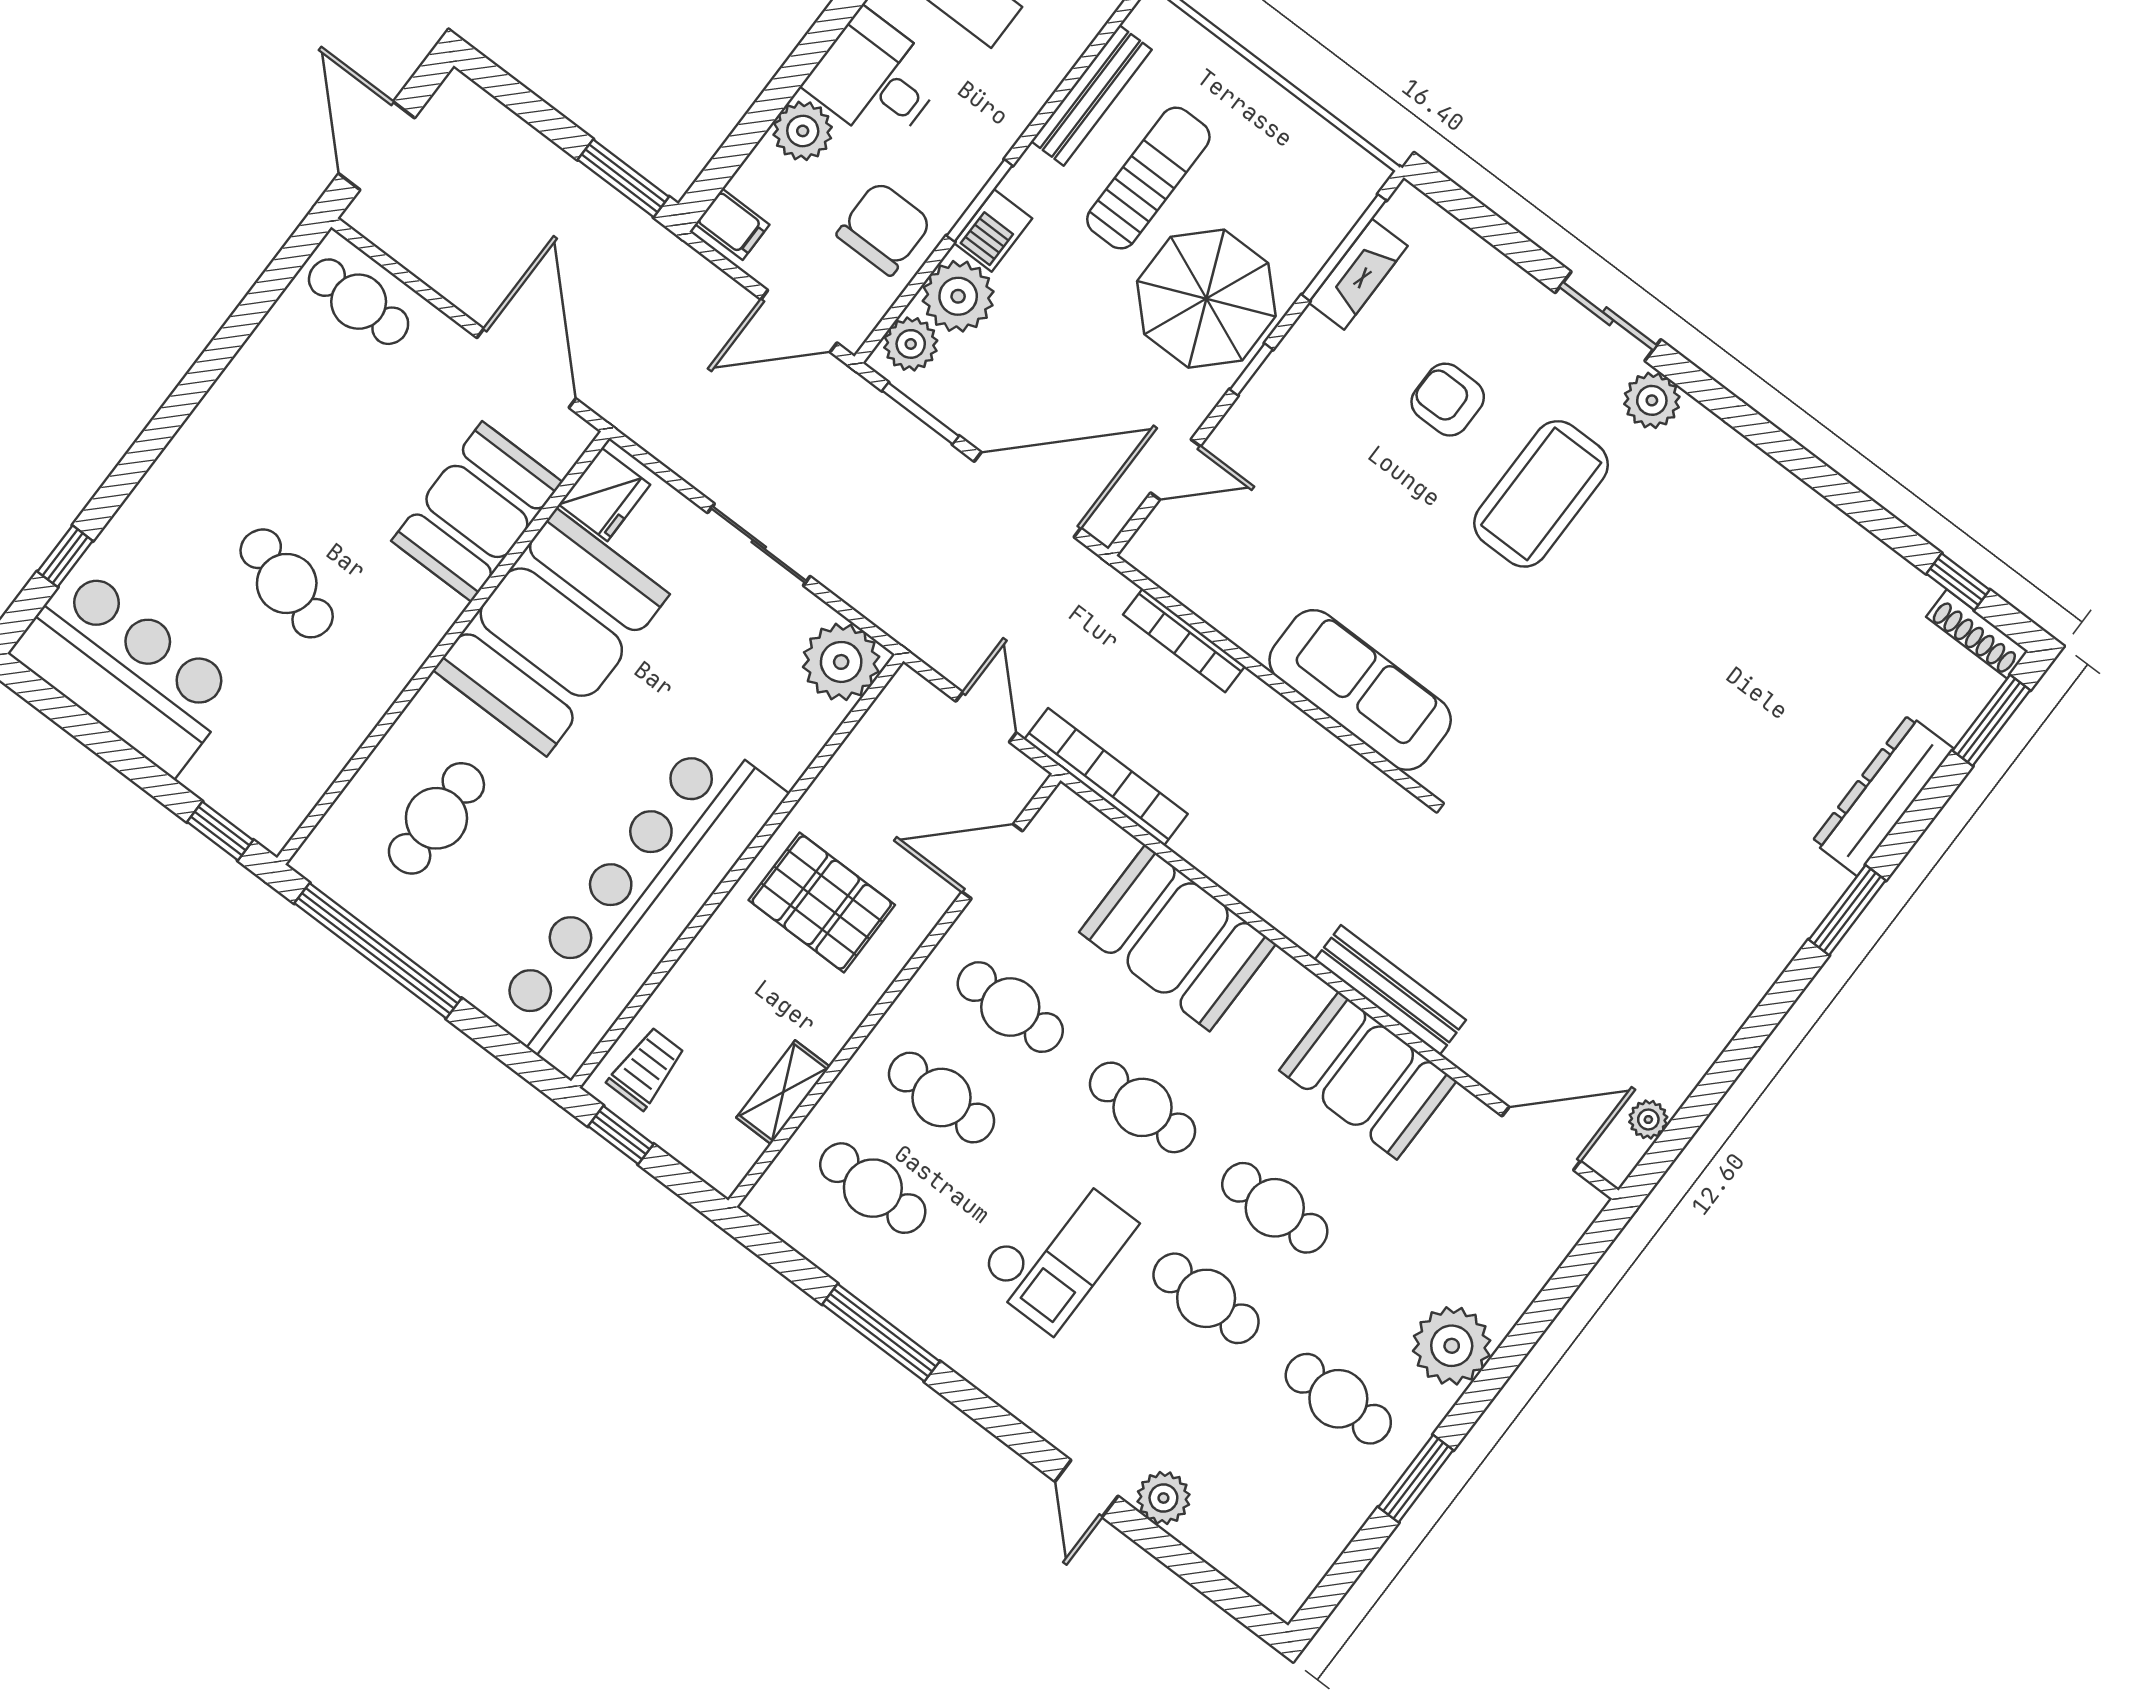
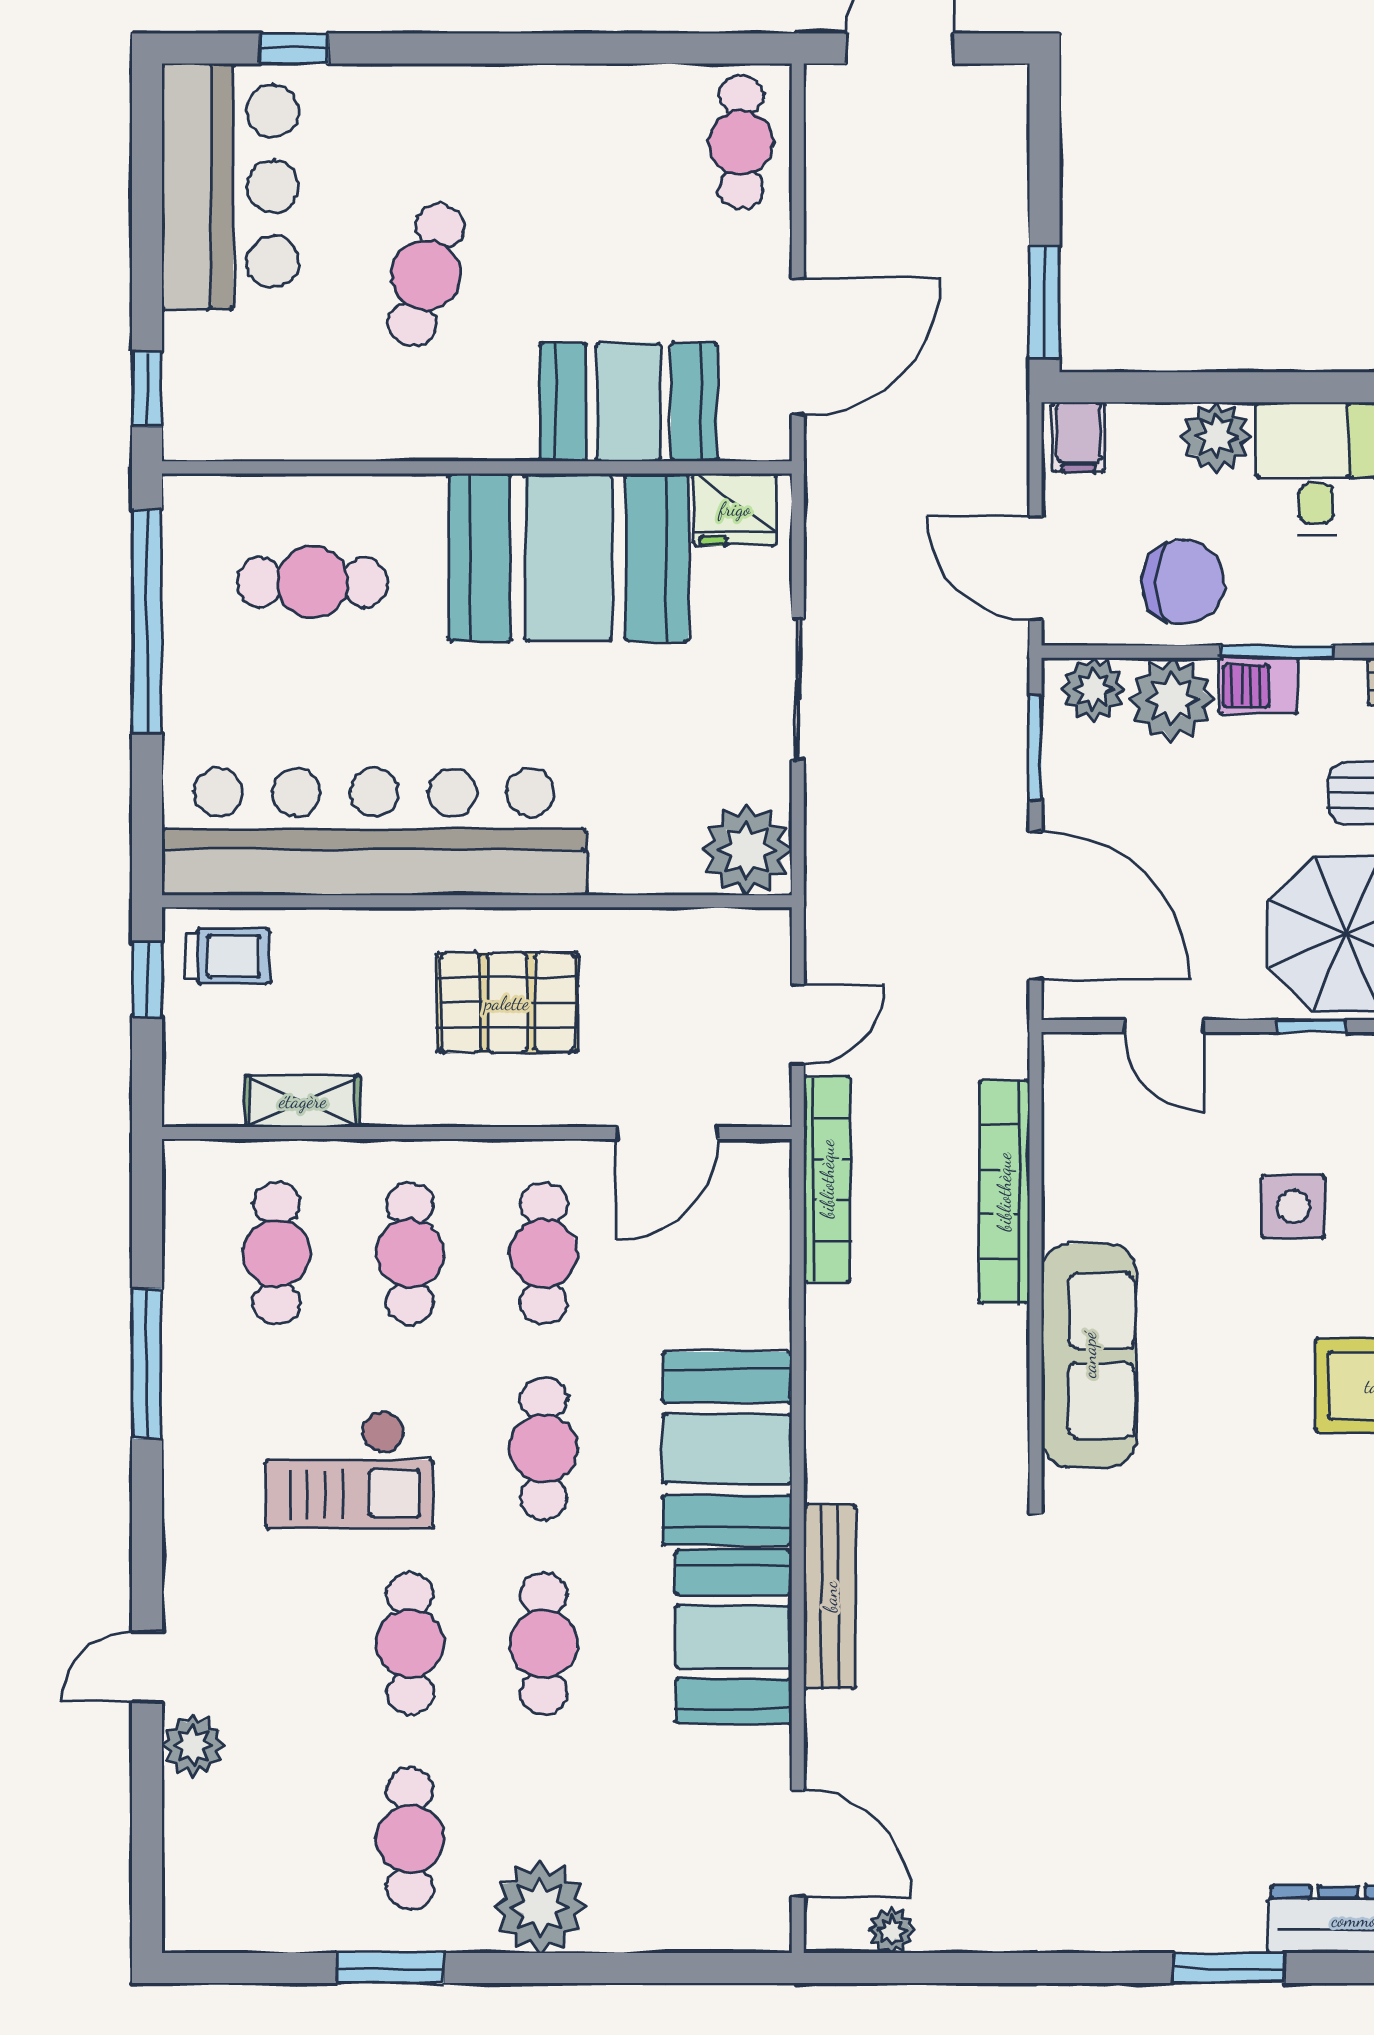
side table: (1364, 475) -> (1293, 1206), added
bookcase: (1184, 640) -> (1004, 1192), width x1.48, depth x1.31
door: (992, 861) -> (667, 1133), swing flipped
pallet: (822, 903) -> (507, 1003), turned 90
booth: (1178, 938) -> (727, 1449), moved

